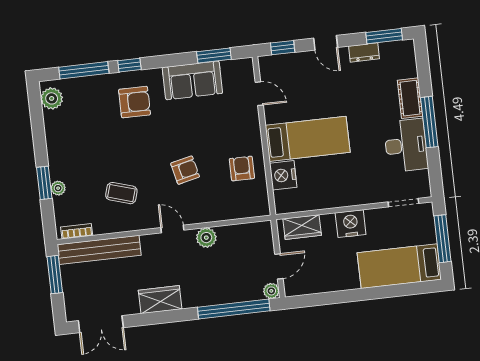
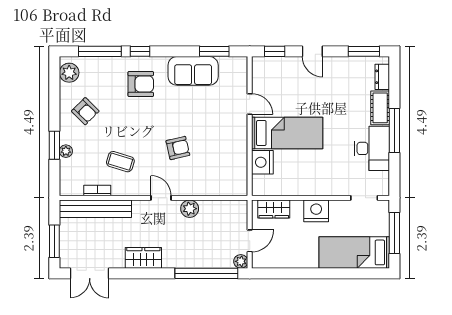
dresser: (364, 52) -> (382, 77), moved, turned 90
door: (259, 94) -> (250, 104), moved
armchair: (242, 169) -> (85, 111), moved, turned 135
bookcase: (77, 231) -> (97, 190), moved
window: (55, 275) -> (54, 241), moved

